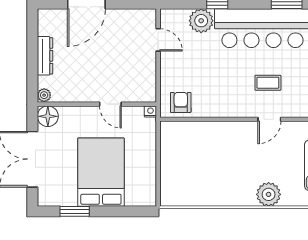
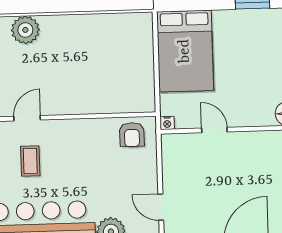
coffee table: (268, 83) -> (30, 161), turned 90
bed: (101, 172) -> (185, 51), moved

